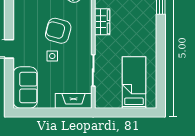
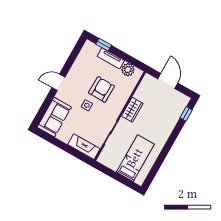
wardrobe: (102, 22) -> (132, 110), moved
armchair: (58, 31) -> (102, 89), turned 76

